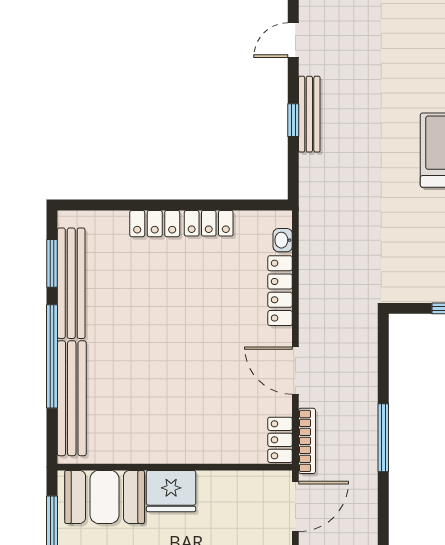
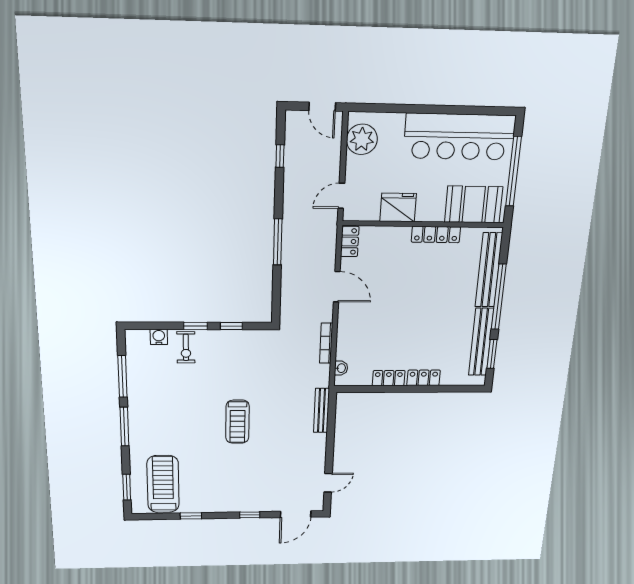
bench: (309, 114) -> (321, 410), moved
window: (293, 120) -> (330, 438), removed
locker: (280, 291) -> (436, 234), moved, turned 90
bookcase: (307, 441) -> (326, 343), moved
fridge: (171, 491) -> (398, 207), moved
door: (295, 507) -> (341, 196), width x0.73

